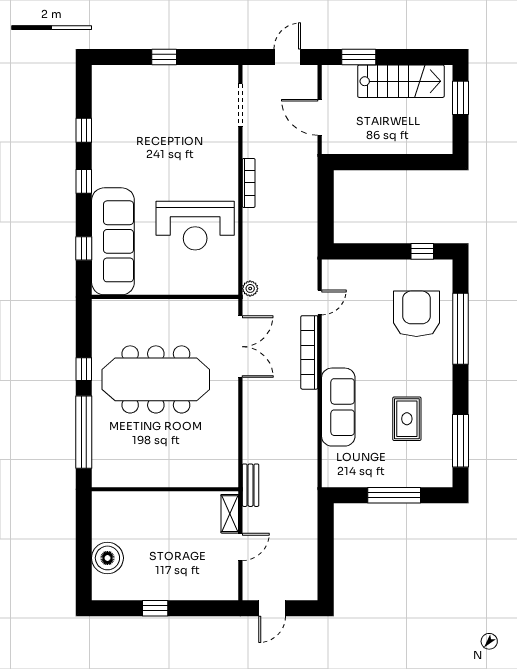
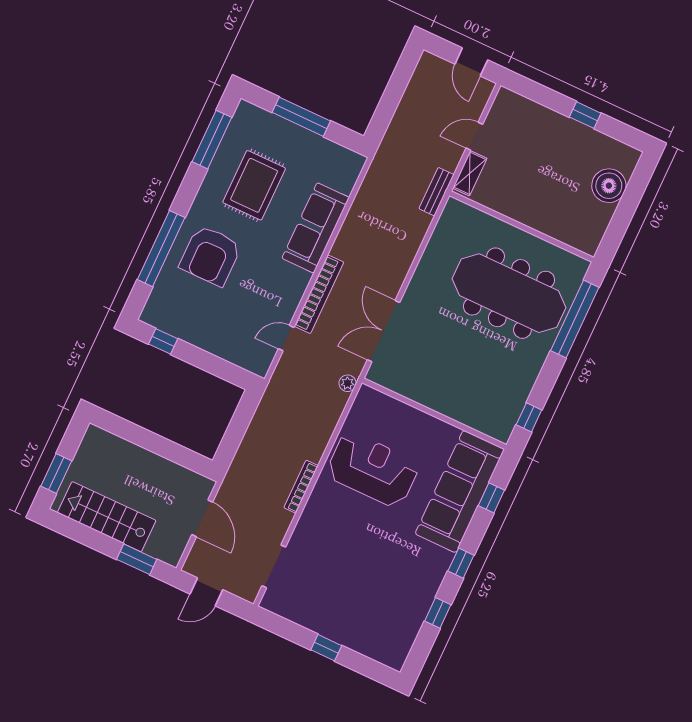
armchair: (416, 314) -> (210, 256), moved
window: (84, 369) -> (529, 417), moved
meeting table: (156, 379) -> (509, 293), moved
rug: (407, 419) -> (254, 185), width x1.36, depth x1.43
door: (272, 608) -> (471, 62), swing flipped

